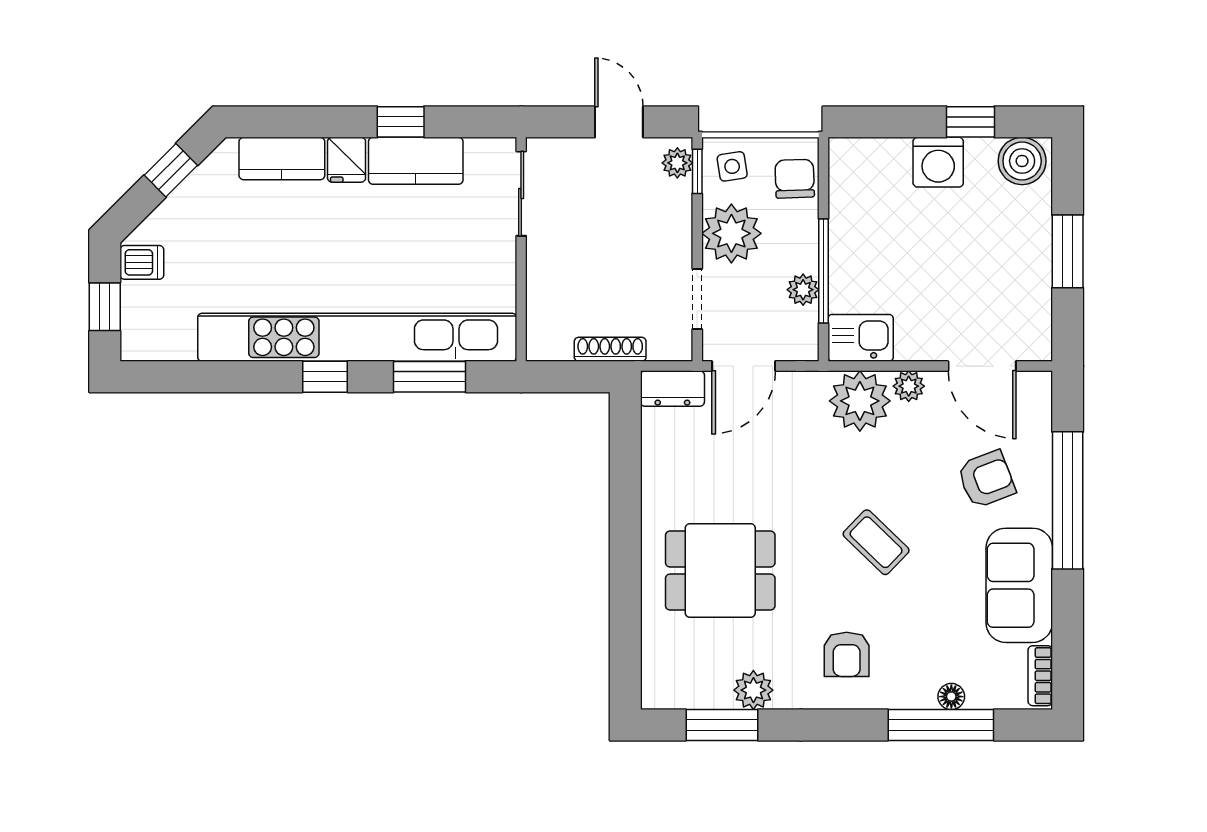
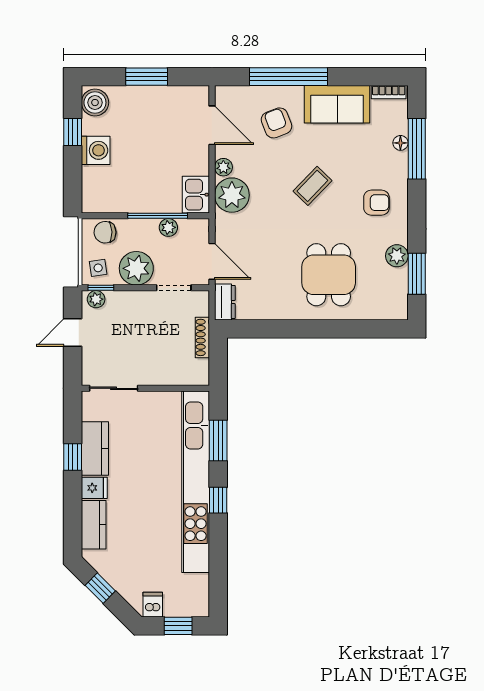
door: (982, 366) -> (212, 125), hinge flipped

